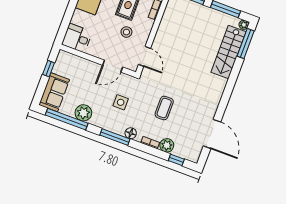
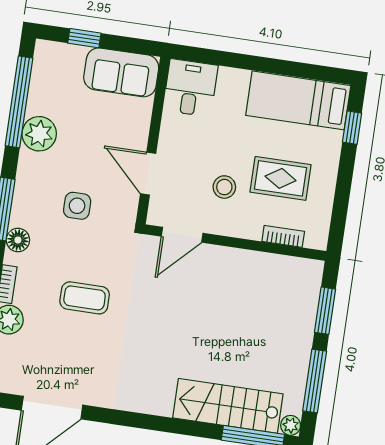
window: (49, 69) -> (84, 38), moved
sofa: (54, 92) -> (121, 72), moved

